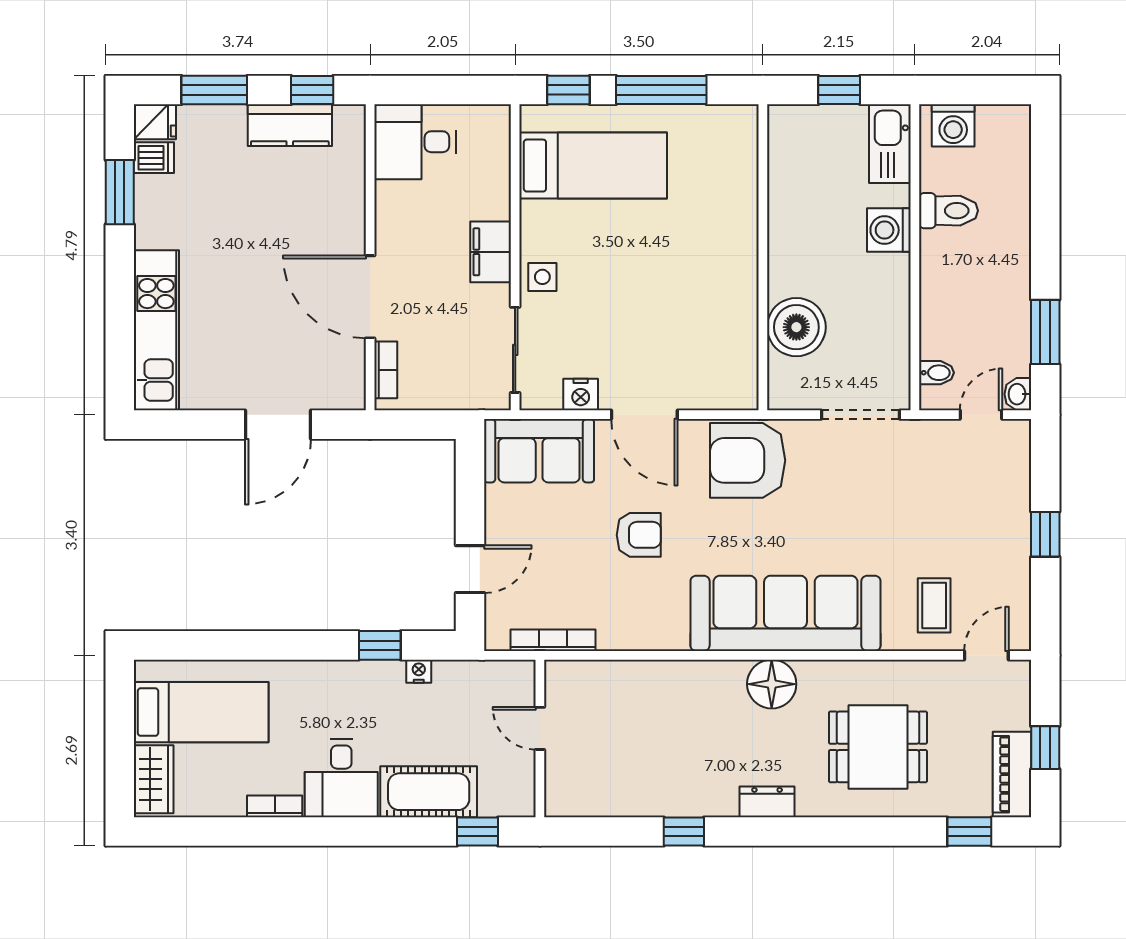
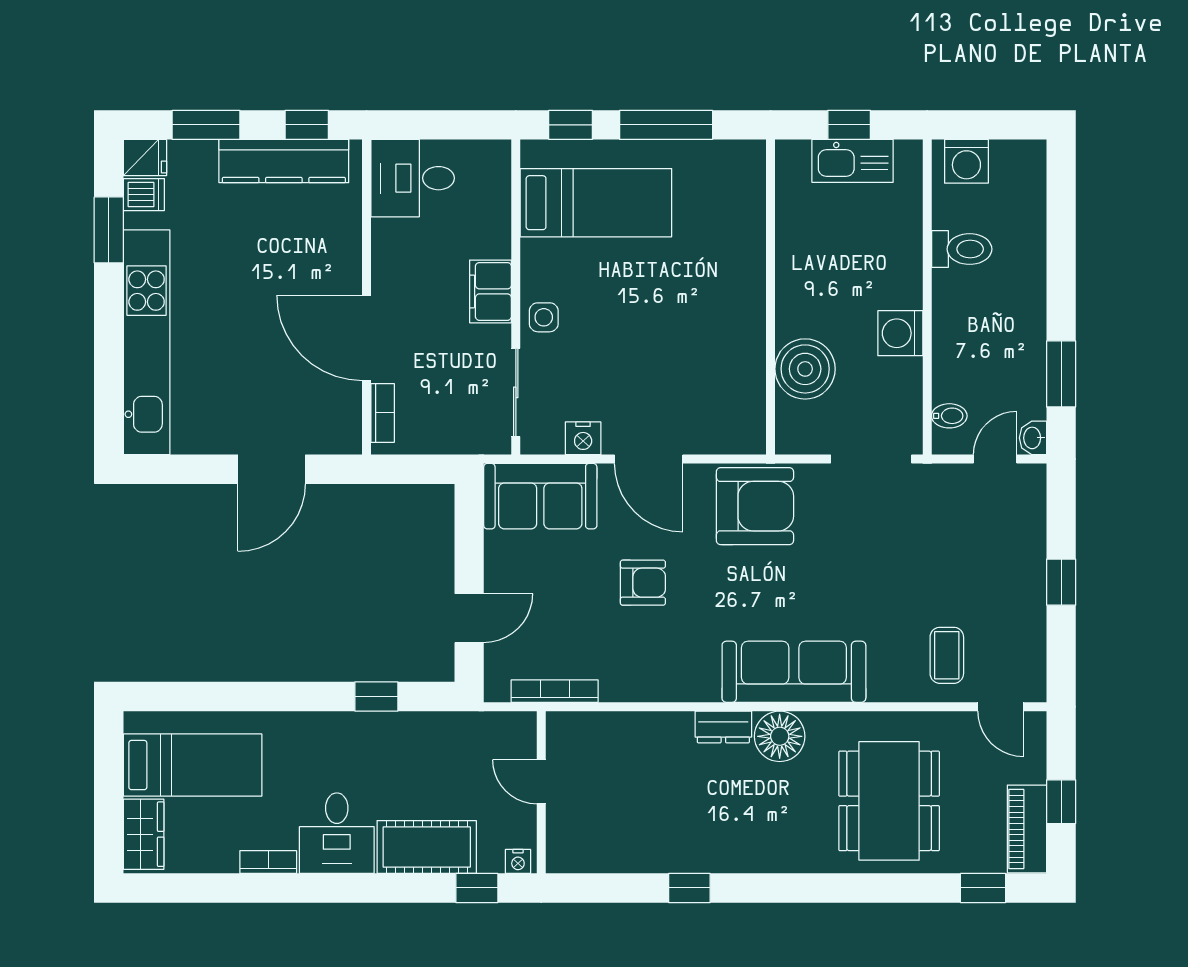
kitchen counter: (290, 125) -> (284, 161), width x1.50
kitchen sink: (890, 144) -> (852, 161), moved, turned -90
washing machine: (889, 230) -> (900, 333), moved
kitchen unit: (156, 330) -> (147, 342), width x1.36
armchair: (748, 460) -> (755, 506), turned 180
sofa: (785, 613) -> (794, 672), width x0.74, depth x0.79
door: (986, 655) -> (1001, 707), swing flipped
nightstand: (419, 671) -> (518, 861), moved, turned 180
dining table: (878, 747) -> (889, 801), width x1.37
dresser: (767, 802) -> (723, 727), moved, turned 180

